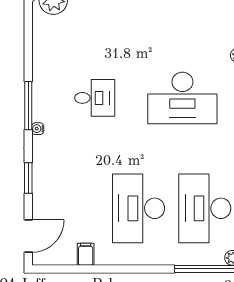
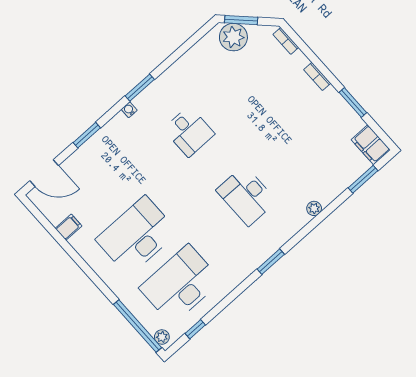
desk: (182, 98) -> (246, 196), width x0.73, depth x0.77
window: (28, 106) -> (140, 88), width x0.69

